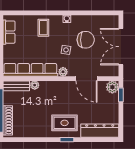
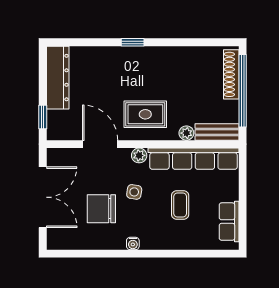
coffee table: (43, 28) -> (180, 205), moved
plant: (112, 87) -> (57, 130), removed
rug: (65, 123) -> (145, 114), moved
dresser: (100, 131) -> (58, 78), moved, turned -90

